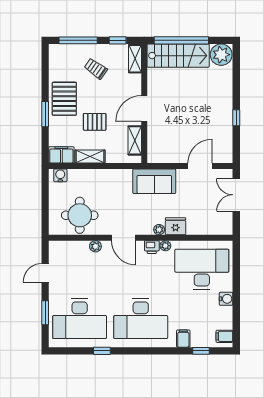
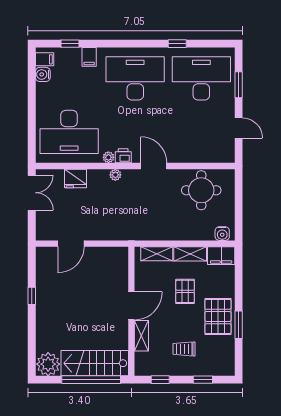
window: (78, 40) -> (203, 380), width x0.46
shelving: (135, 59) -> (141, 336), moved
trolley: (96, 69) -> (184, 349), turned 145
window: (45, 114) -> (239, 325), moved
pallet: (95, 122) -> (185, 291), turned 90
shelving: (135, 140) -> (157, 254), moved, turned 90
sofa: (154, 181) -> (120, 227), removed
double door: (236, 195) -> (32, 193), moved
fridge: (176, 226) -> (75, 178), moved
plant: (95, 246) -> (184, 157), removed
door: (45, 273) -> (239, 128), hinge flipped
water cooler: (226, 299) -> (43, 74), moved

